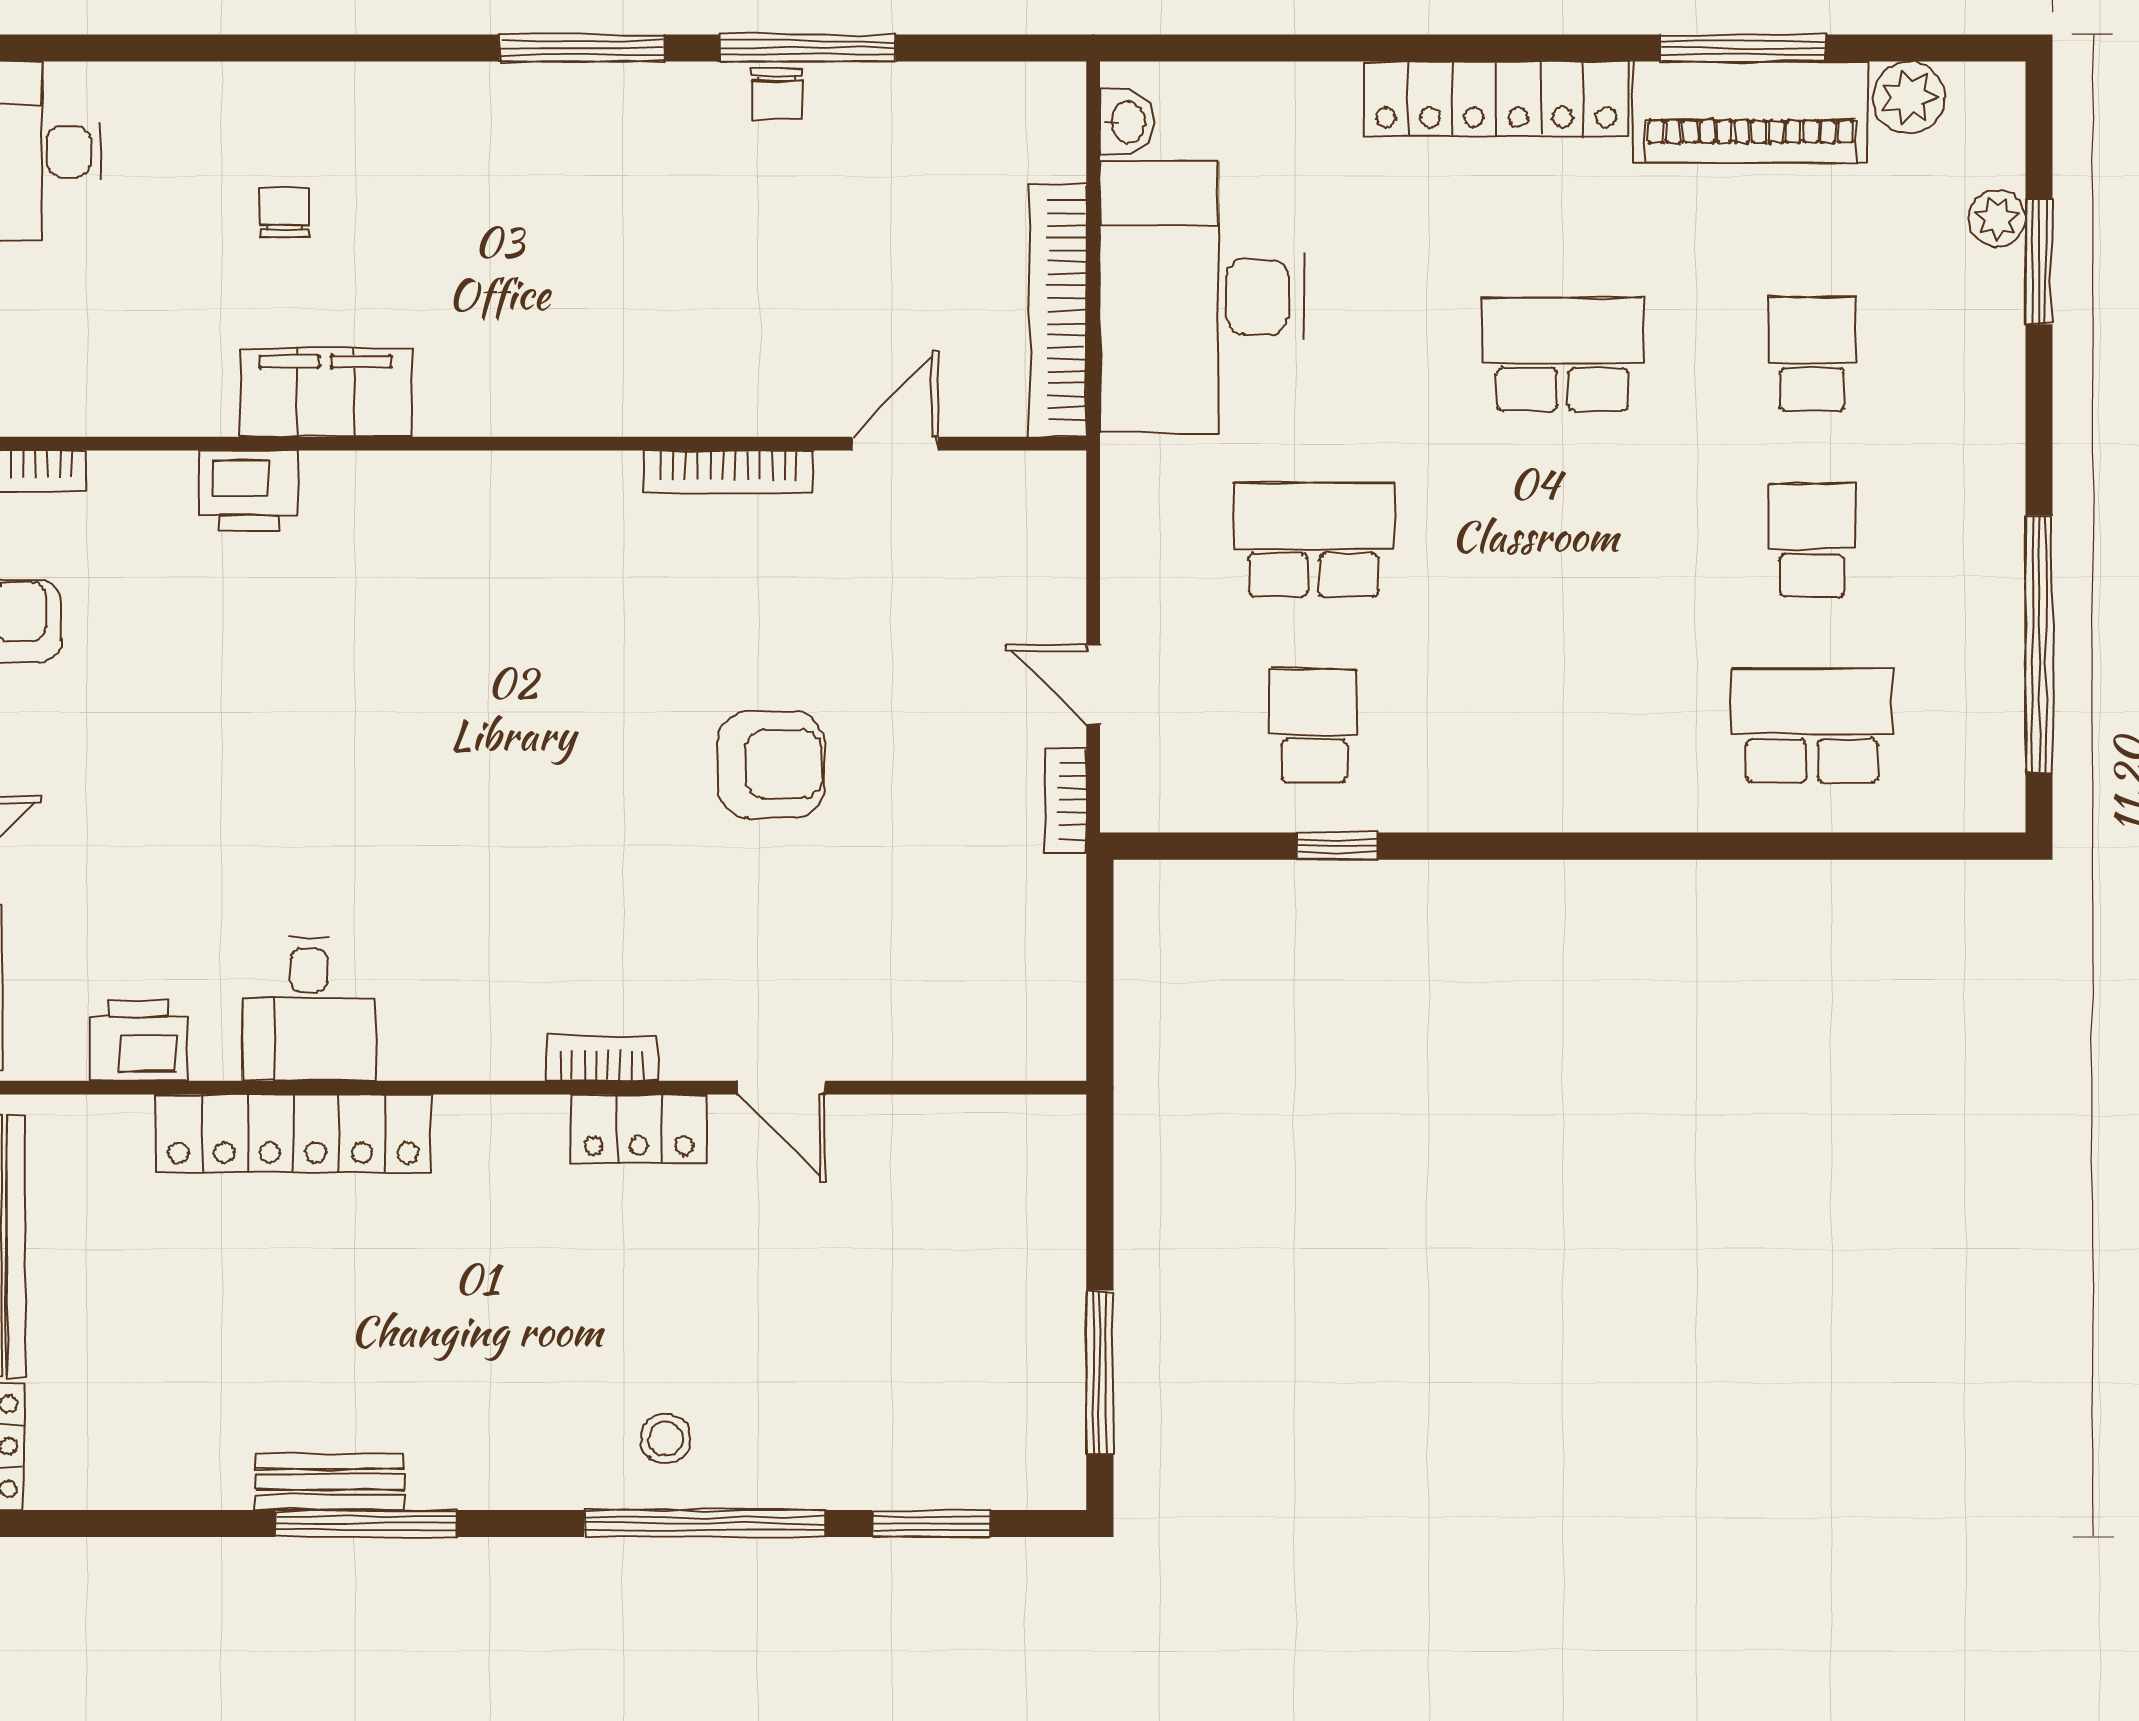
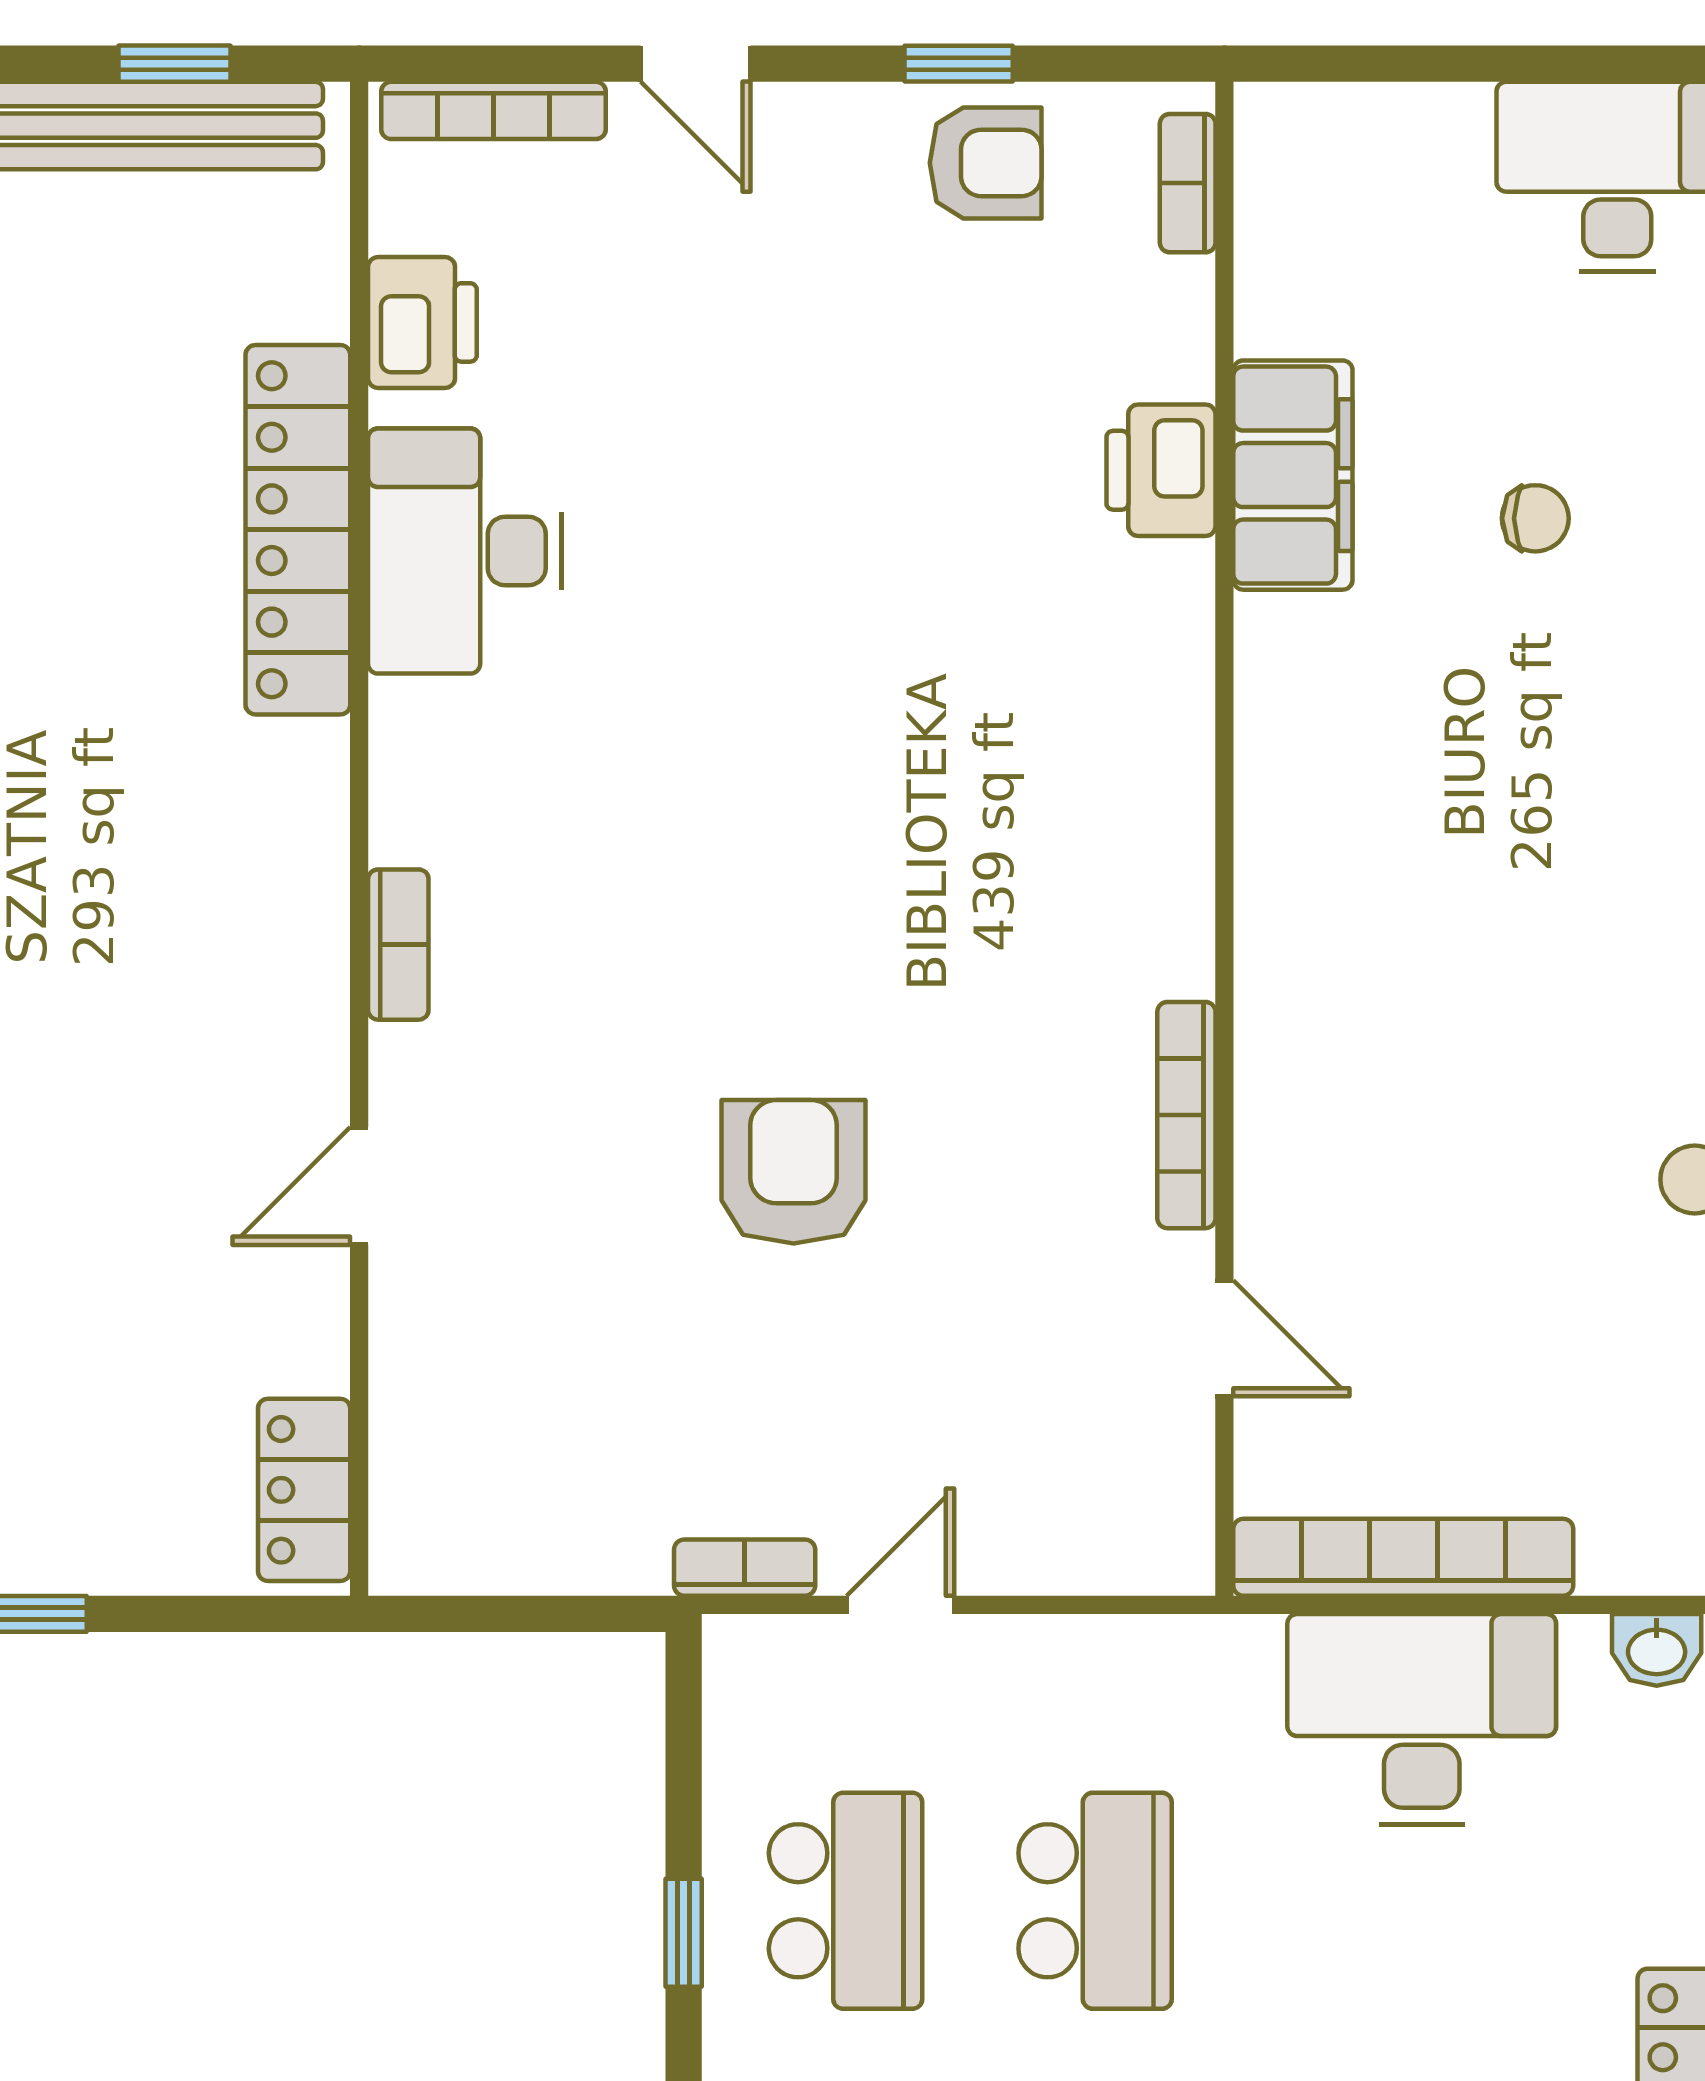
desk: (1202, 297) -> (1422, 1719), width x0.73, depth x0.77
filing cabinet: (325, 393) -> (1293, 475), moved
school desk: (1313, 726) -> (846, 1901), width x1.85
armchair: (771, 764) -> (794, 1172), turned 180
desk: (309, 1009) -> (465, 551), width x1.37
locker: (639, 1129) -> (304, 1490), moved

